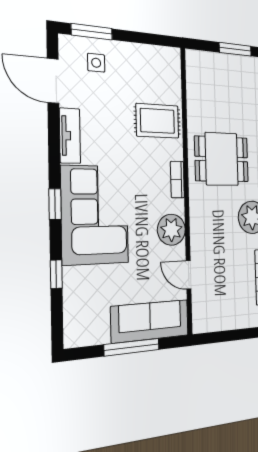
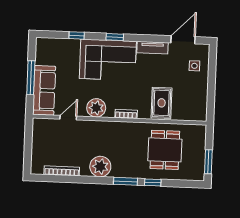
window: (92, 32) -> (212, 64), removed
dining table: (222, 159) -> (165, 150), moved

